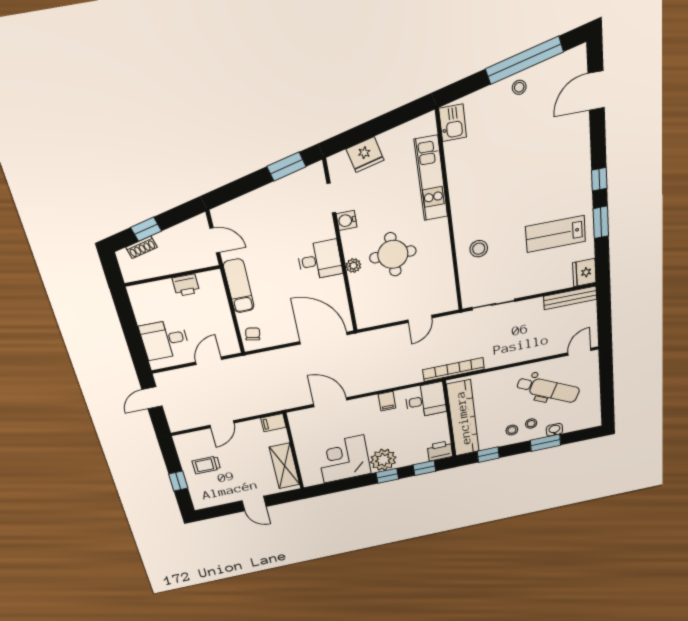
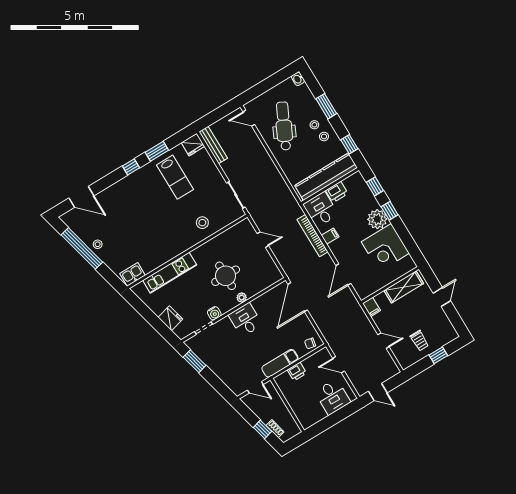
door: (215, 240) -> (255, 387), swing flipped
printer: (186, 285) -> (297, 372), moved, turned 90
bookcase: (454, 369) -> (313, 236), moved
washbasin: (554, 430) -> (298, 79), moved
printer: (440, 451) -> (337, 192), moved, turned -90

